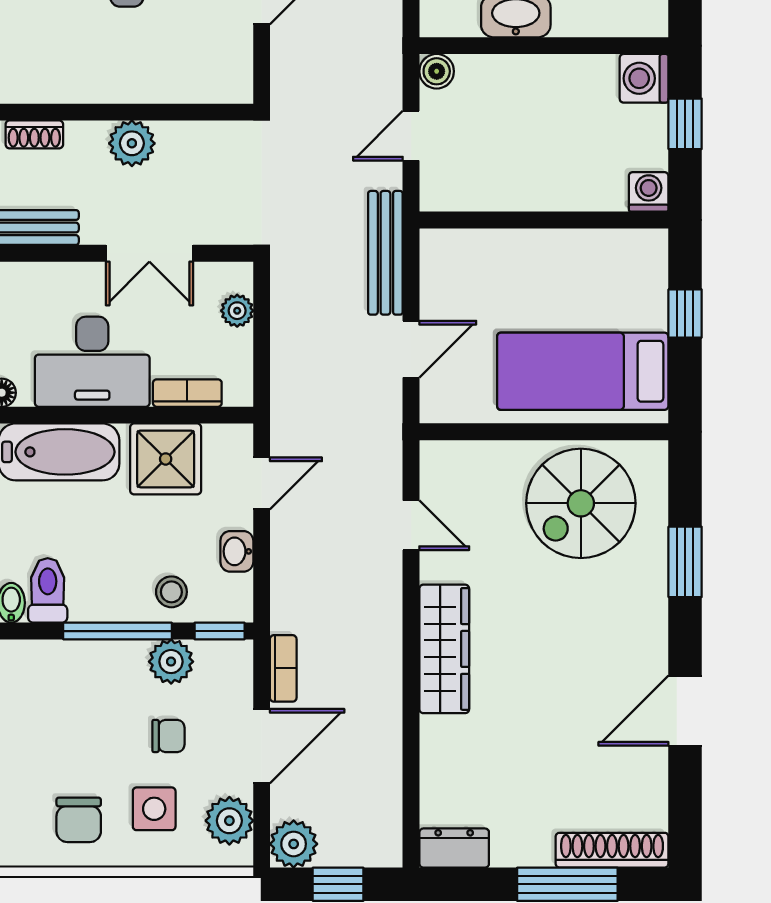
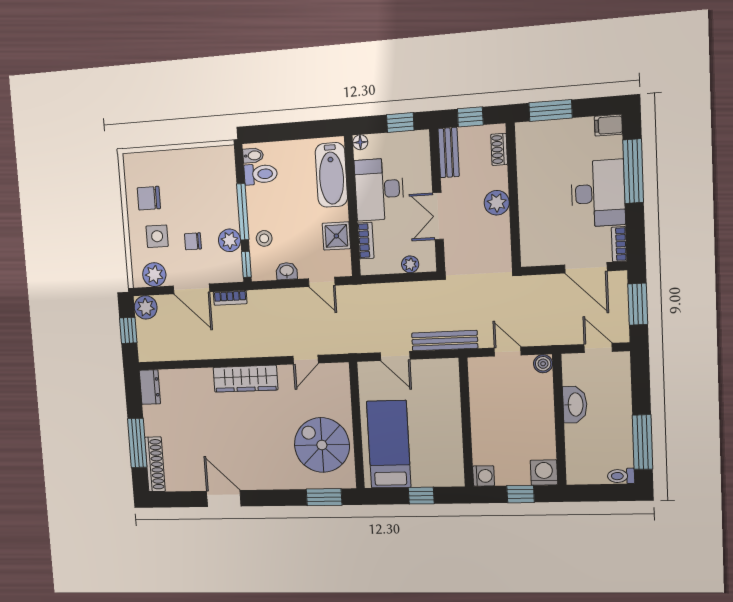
shower: (166, 459) -> (336, 236), width x0.73, depth x0.73
window: (685, 562) -> (324, 497), moved
chair: (168, 736) -> (193, 241), turned 90

